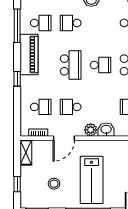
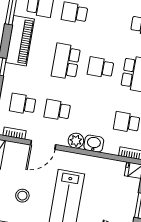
school desk: (71, 65) -> (66, 61), turned 180
school desk: (101, 65) -> (101, 68), turned 180
school desk: (41, 107) -> (23, 104), turned 180

